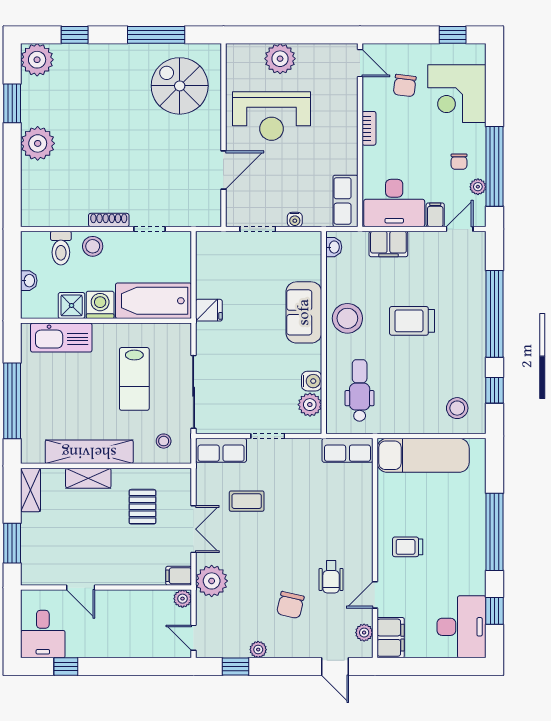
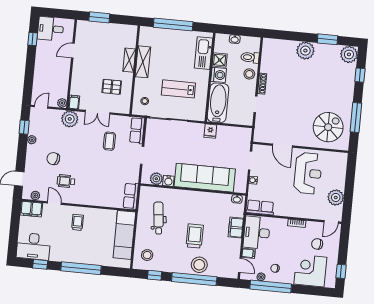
plant: (280, 59) -> (336, 197), moved
reception desk: (272, 116) -> (308, 173), turned 180
sofa: (304, 312) -> (205, 178), width x1.85, depth x1.27
stool: (347, 318) -> (199, 265), moved
dental chair: (360, 390) -> (159, 218), moved, turned -96
shelving: (89, 452) -> (143, 62), width x0.68
shelving: (31, 490) -> (126, 30), removed

